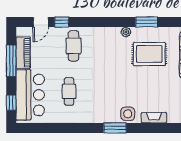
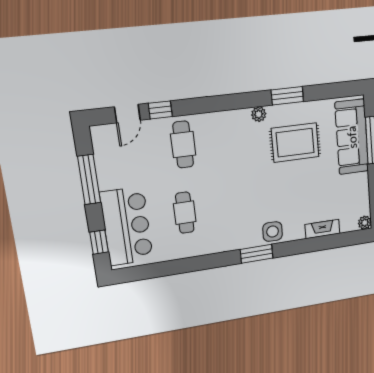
piano: (23, 53) -> (106, 165), removed
fireplace: (154, 118) -> (322, 229), moved

